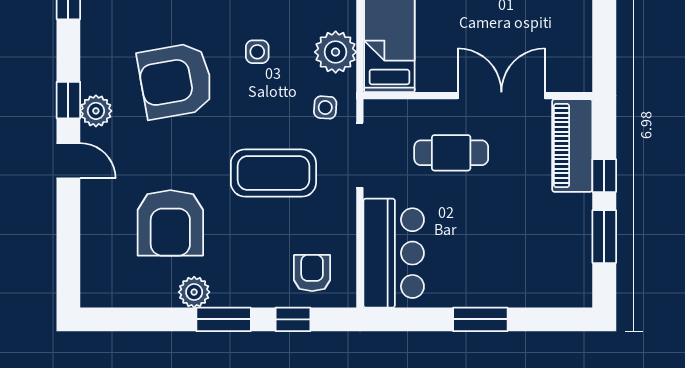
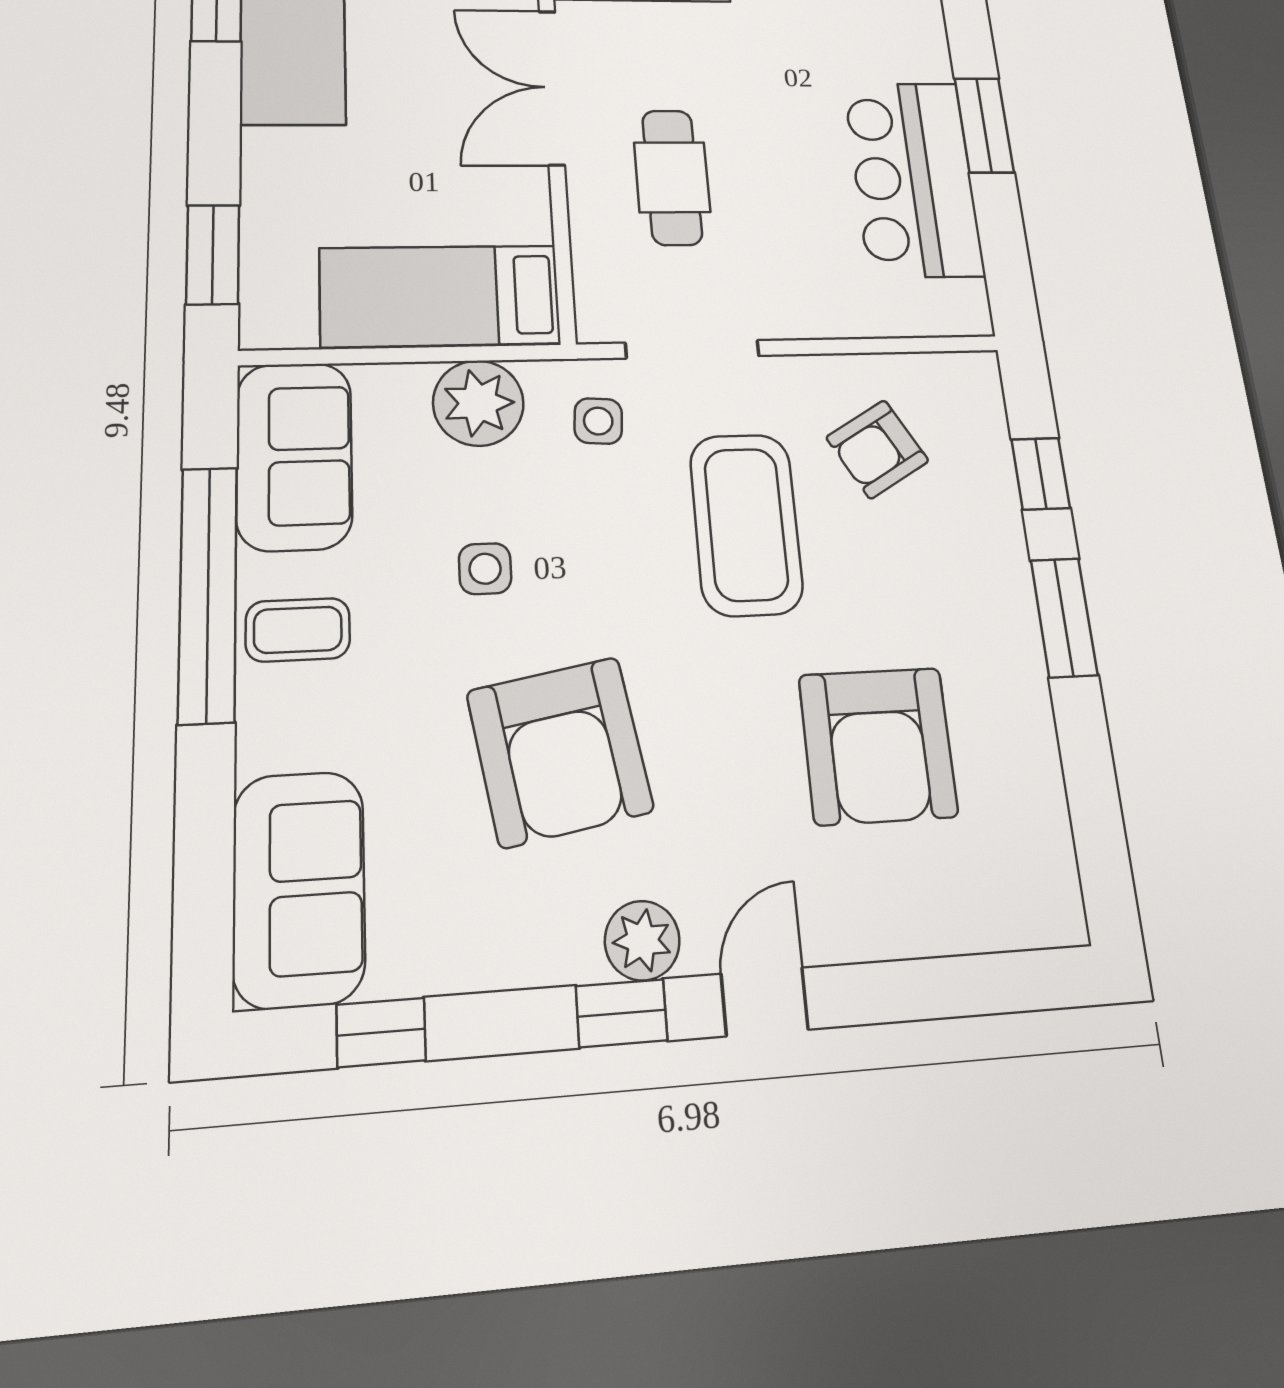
armchair: (170, 223) -> (878, 746), turned 90
bar counter: (394, 253) -> (914, 178), moved, turned -90
armchair: (312, 273) -> (877, 449), moved, turned -30
plant: (194, 292) -> (1018, 684), removed

